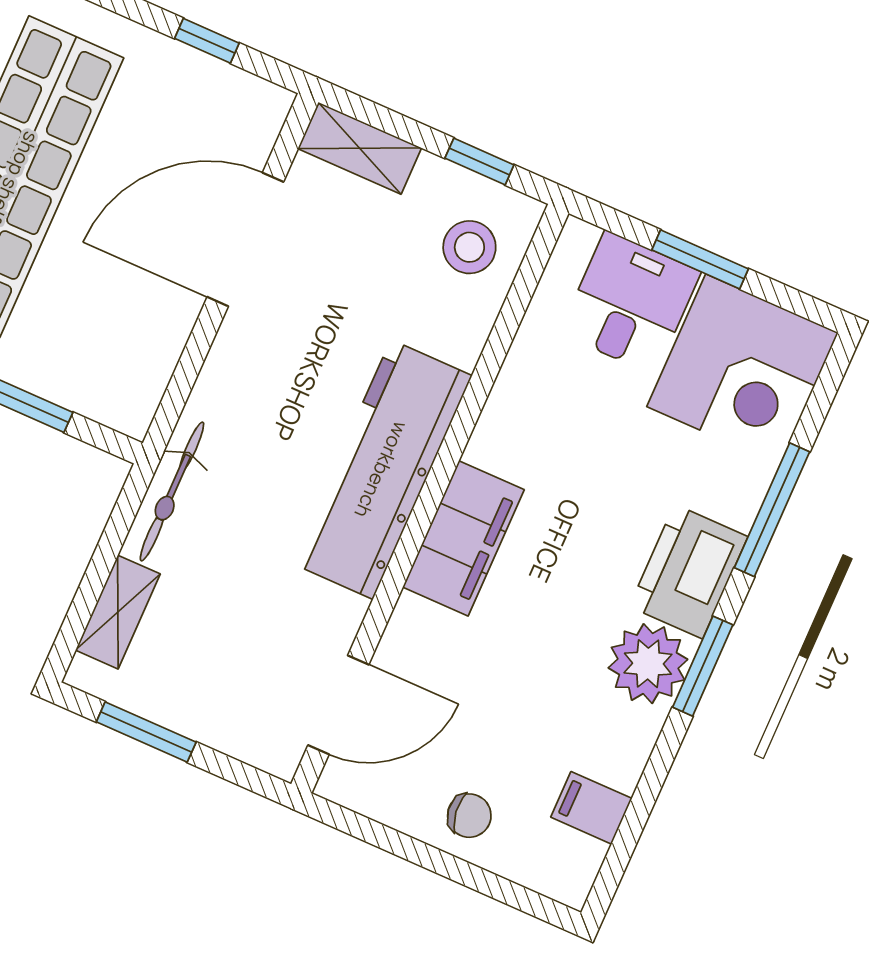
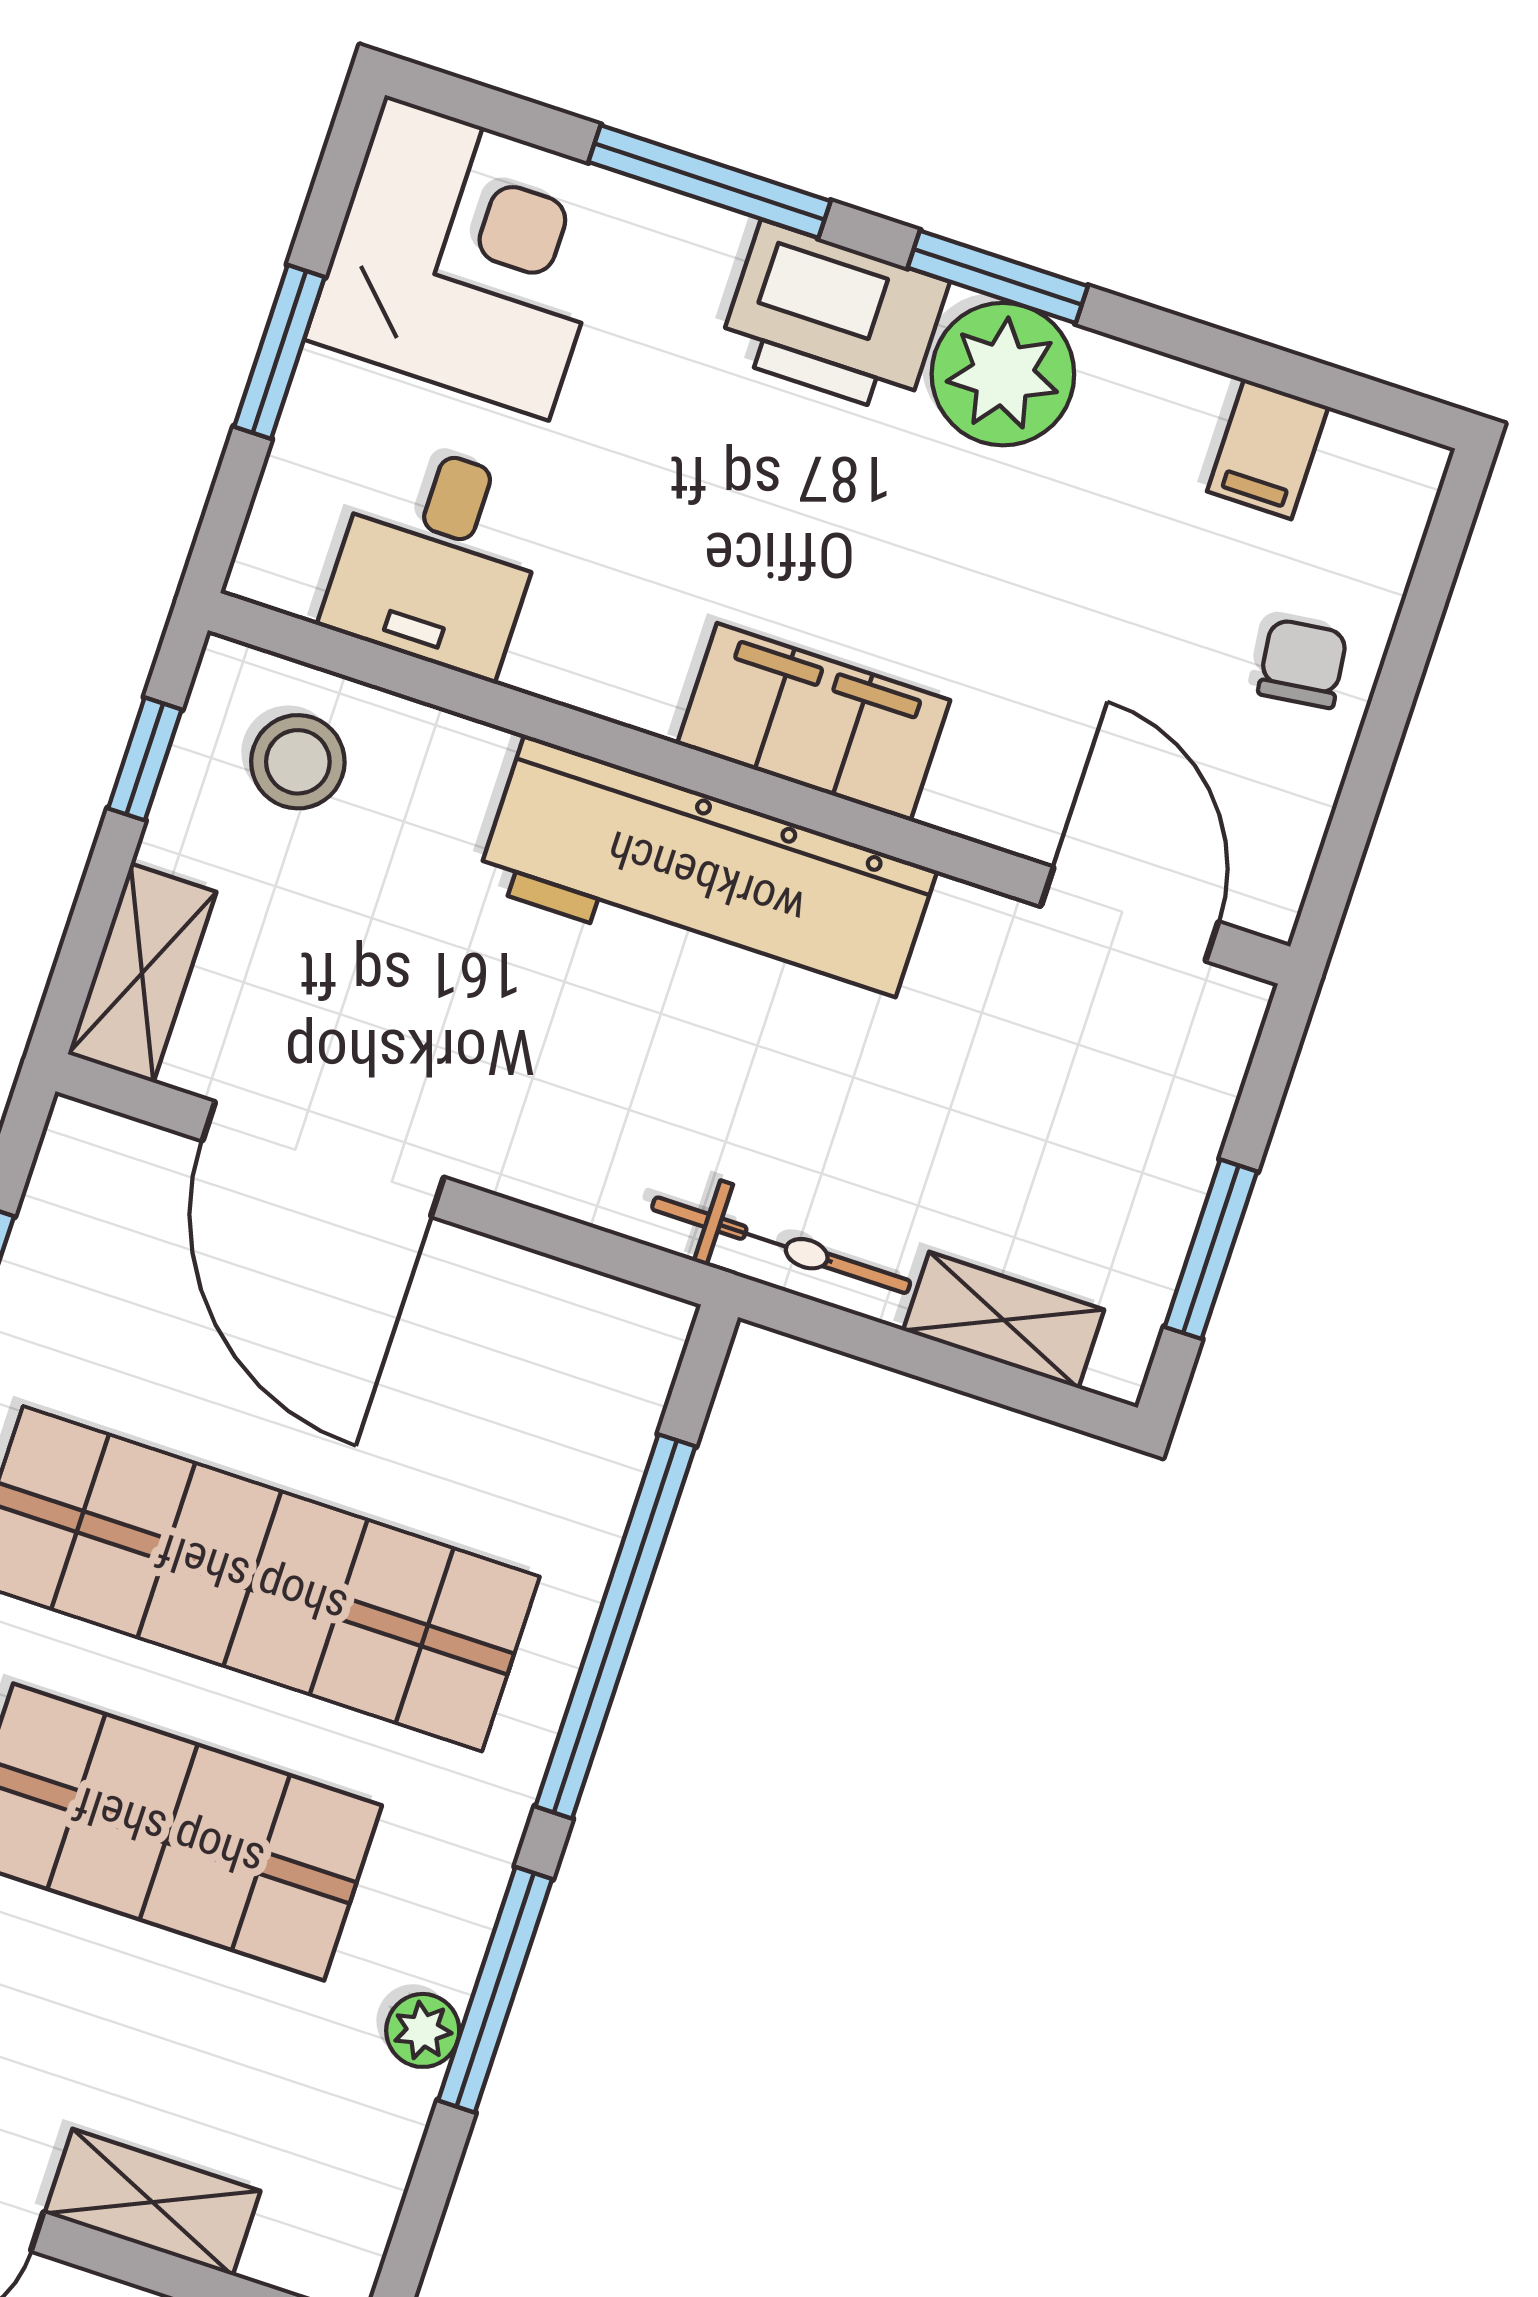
desk: (630, 303) -> (437, 558), moved, turned -90

